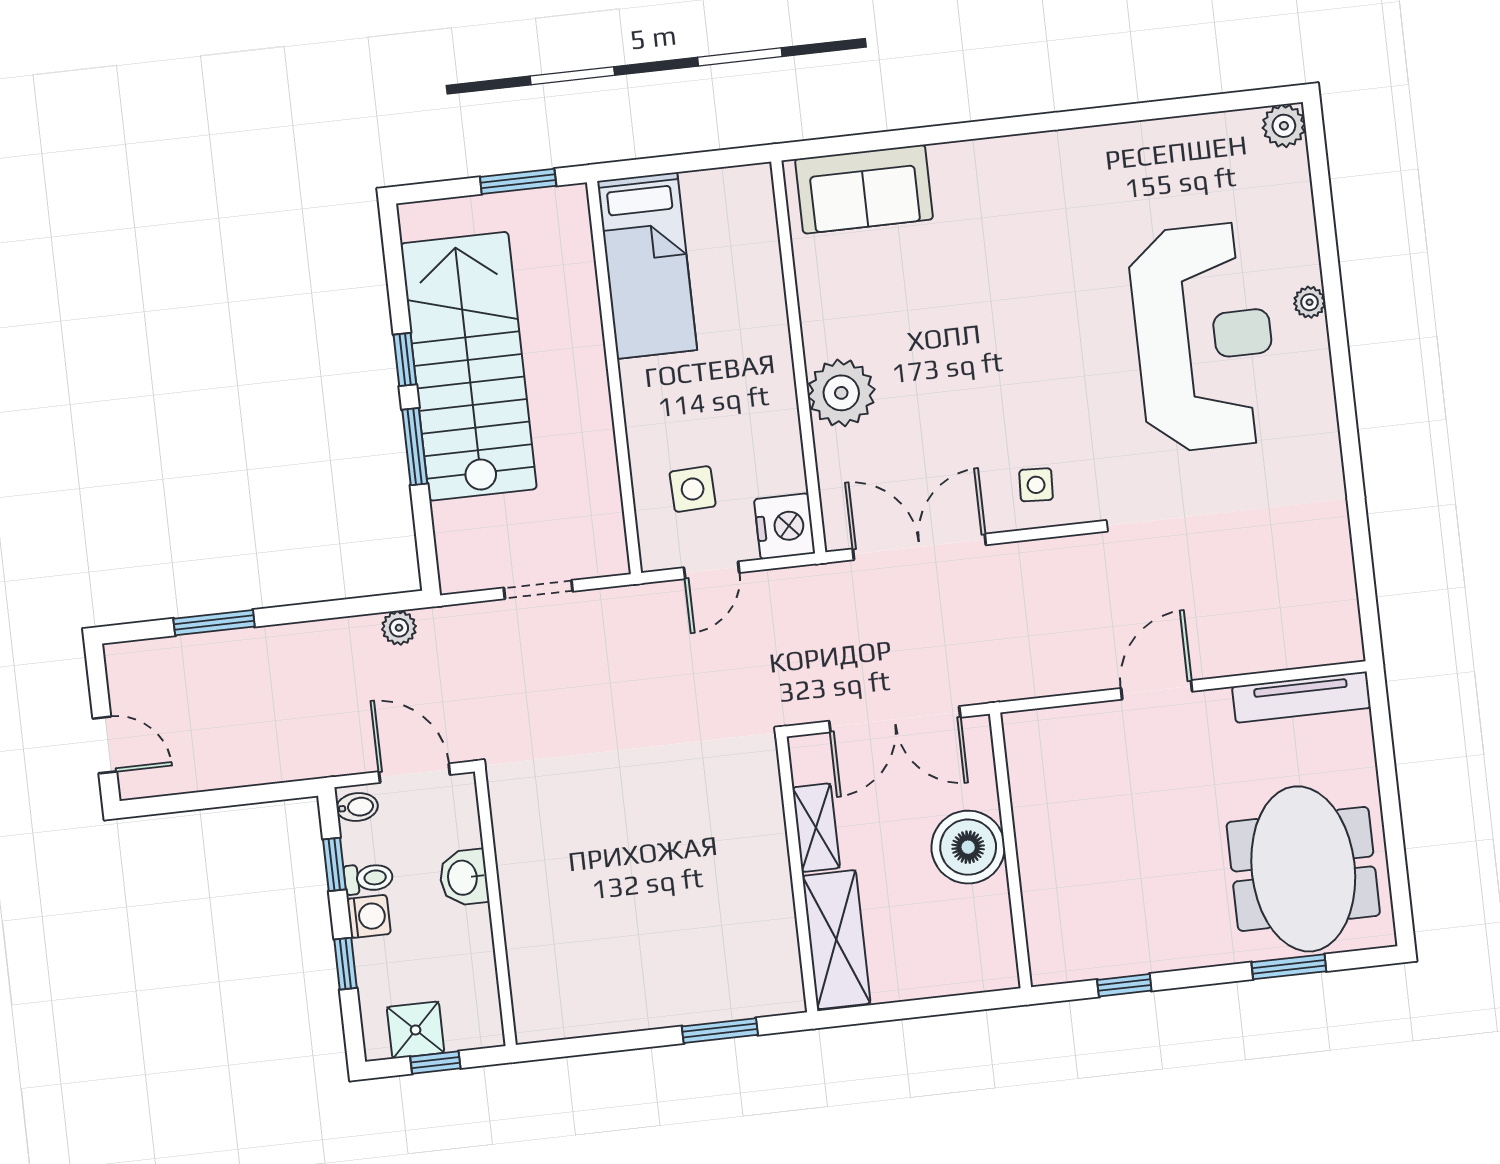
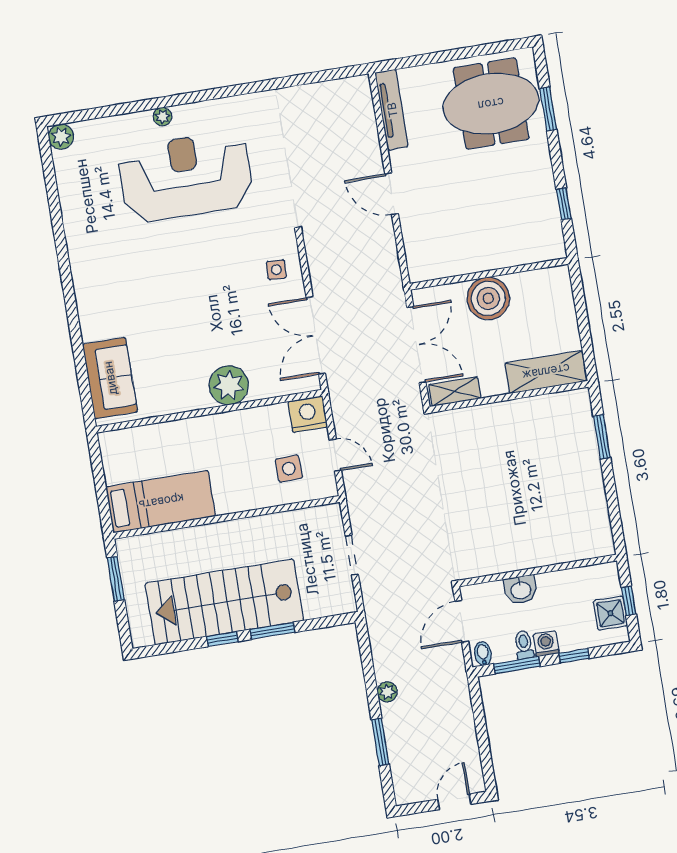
plant: (399, 628) -> (387, 692), moved
shelving: (816, 828) -> (455, 391), moved
window: (334, 864) -> (517, 665), width x1.50

